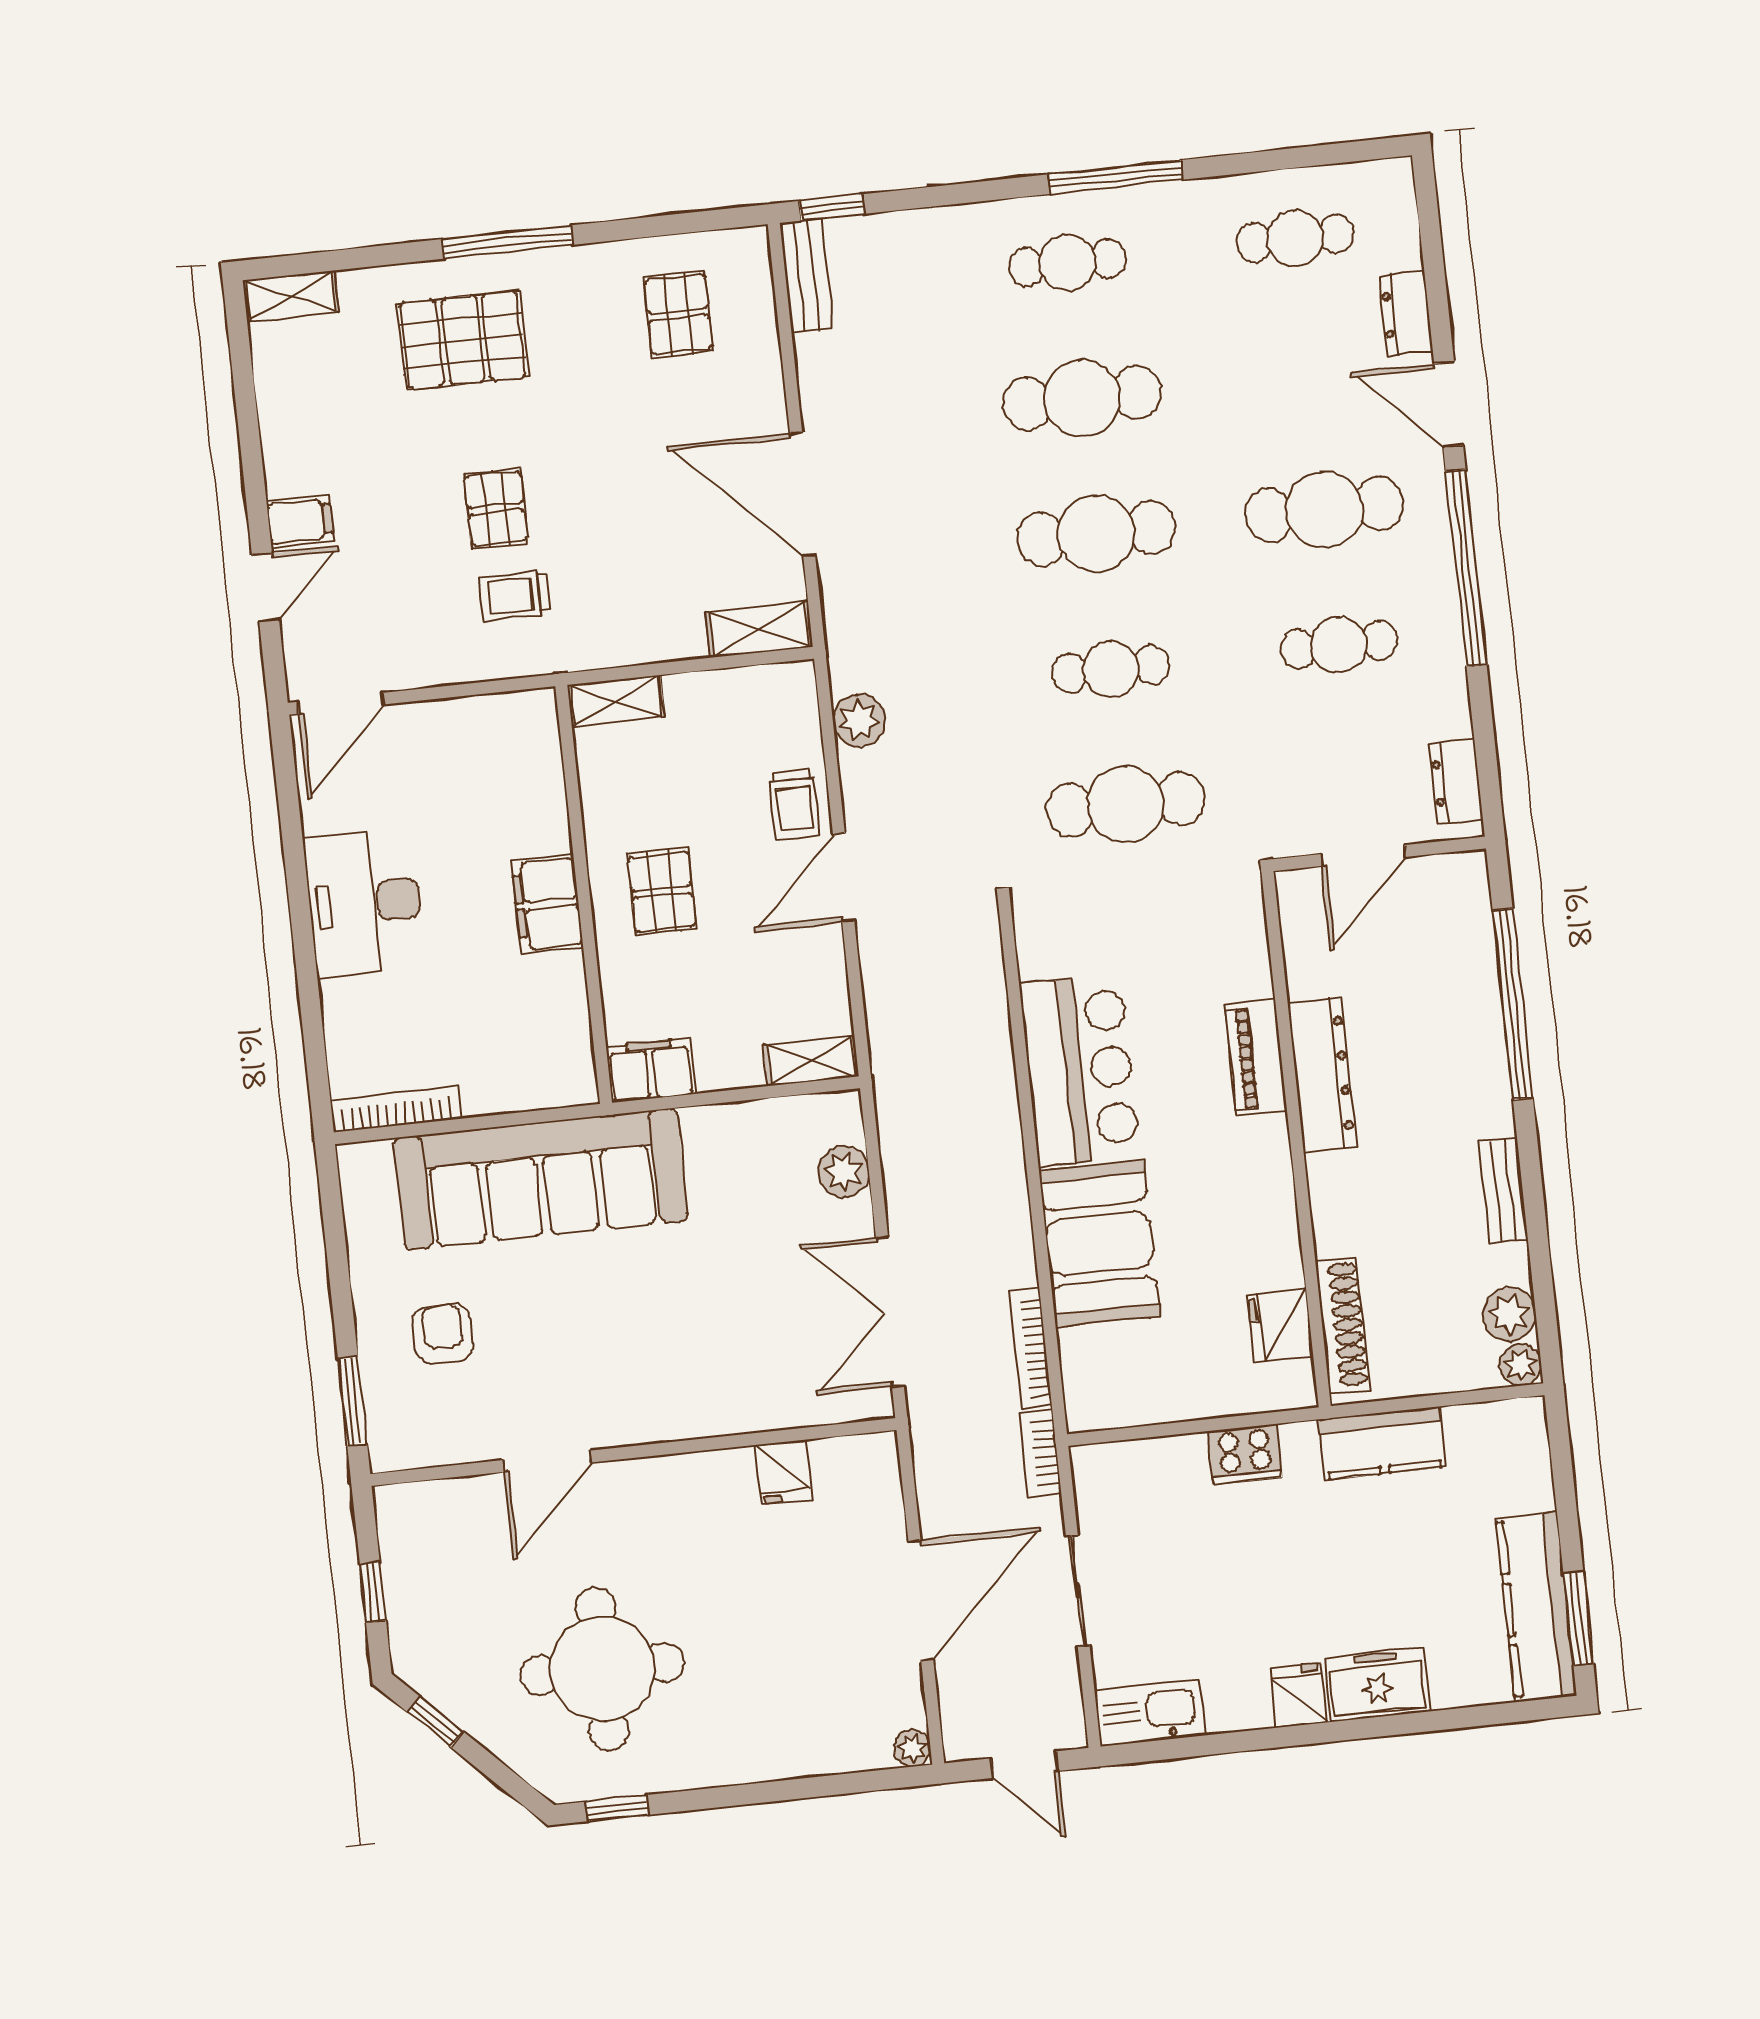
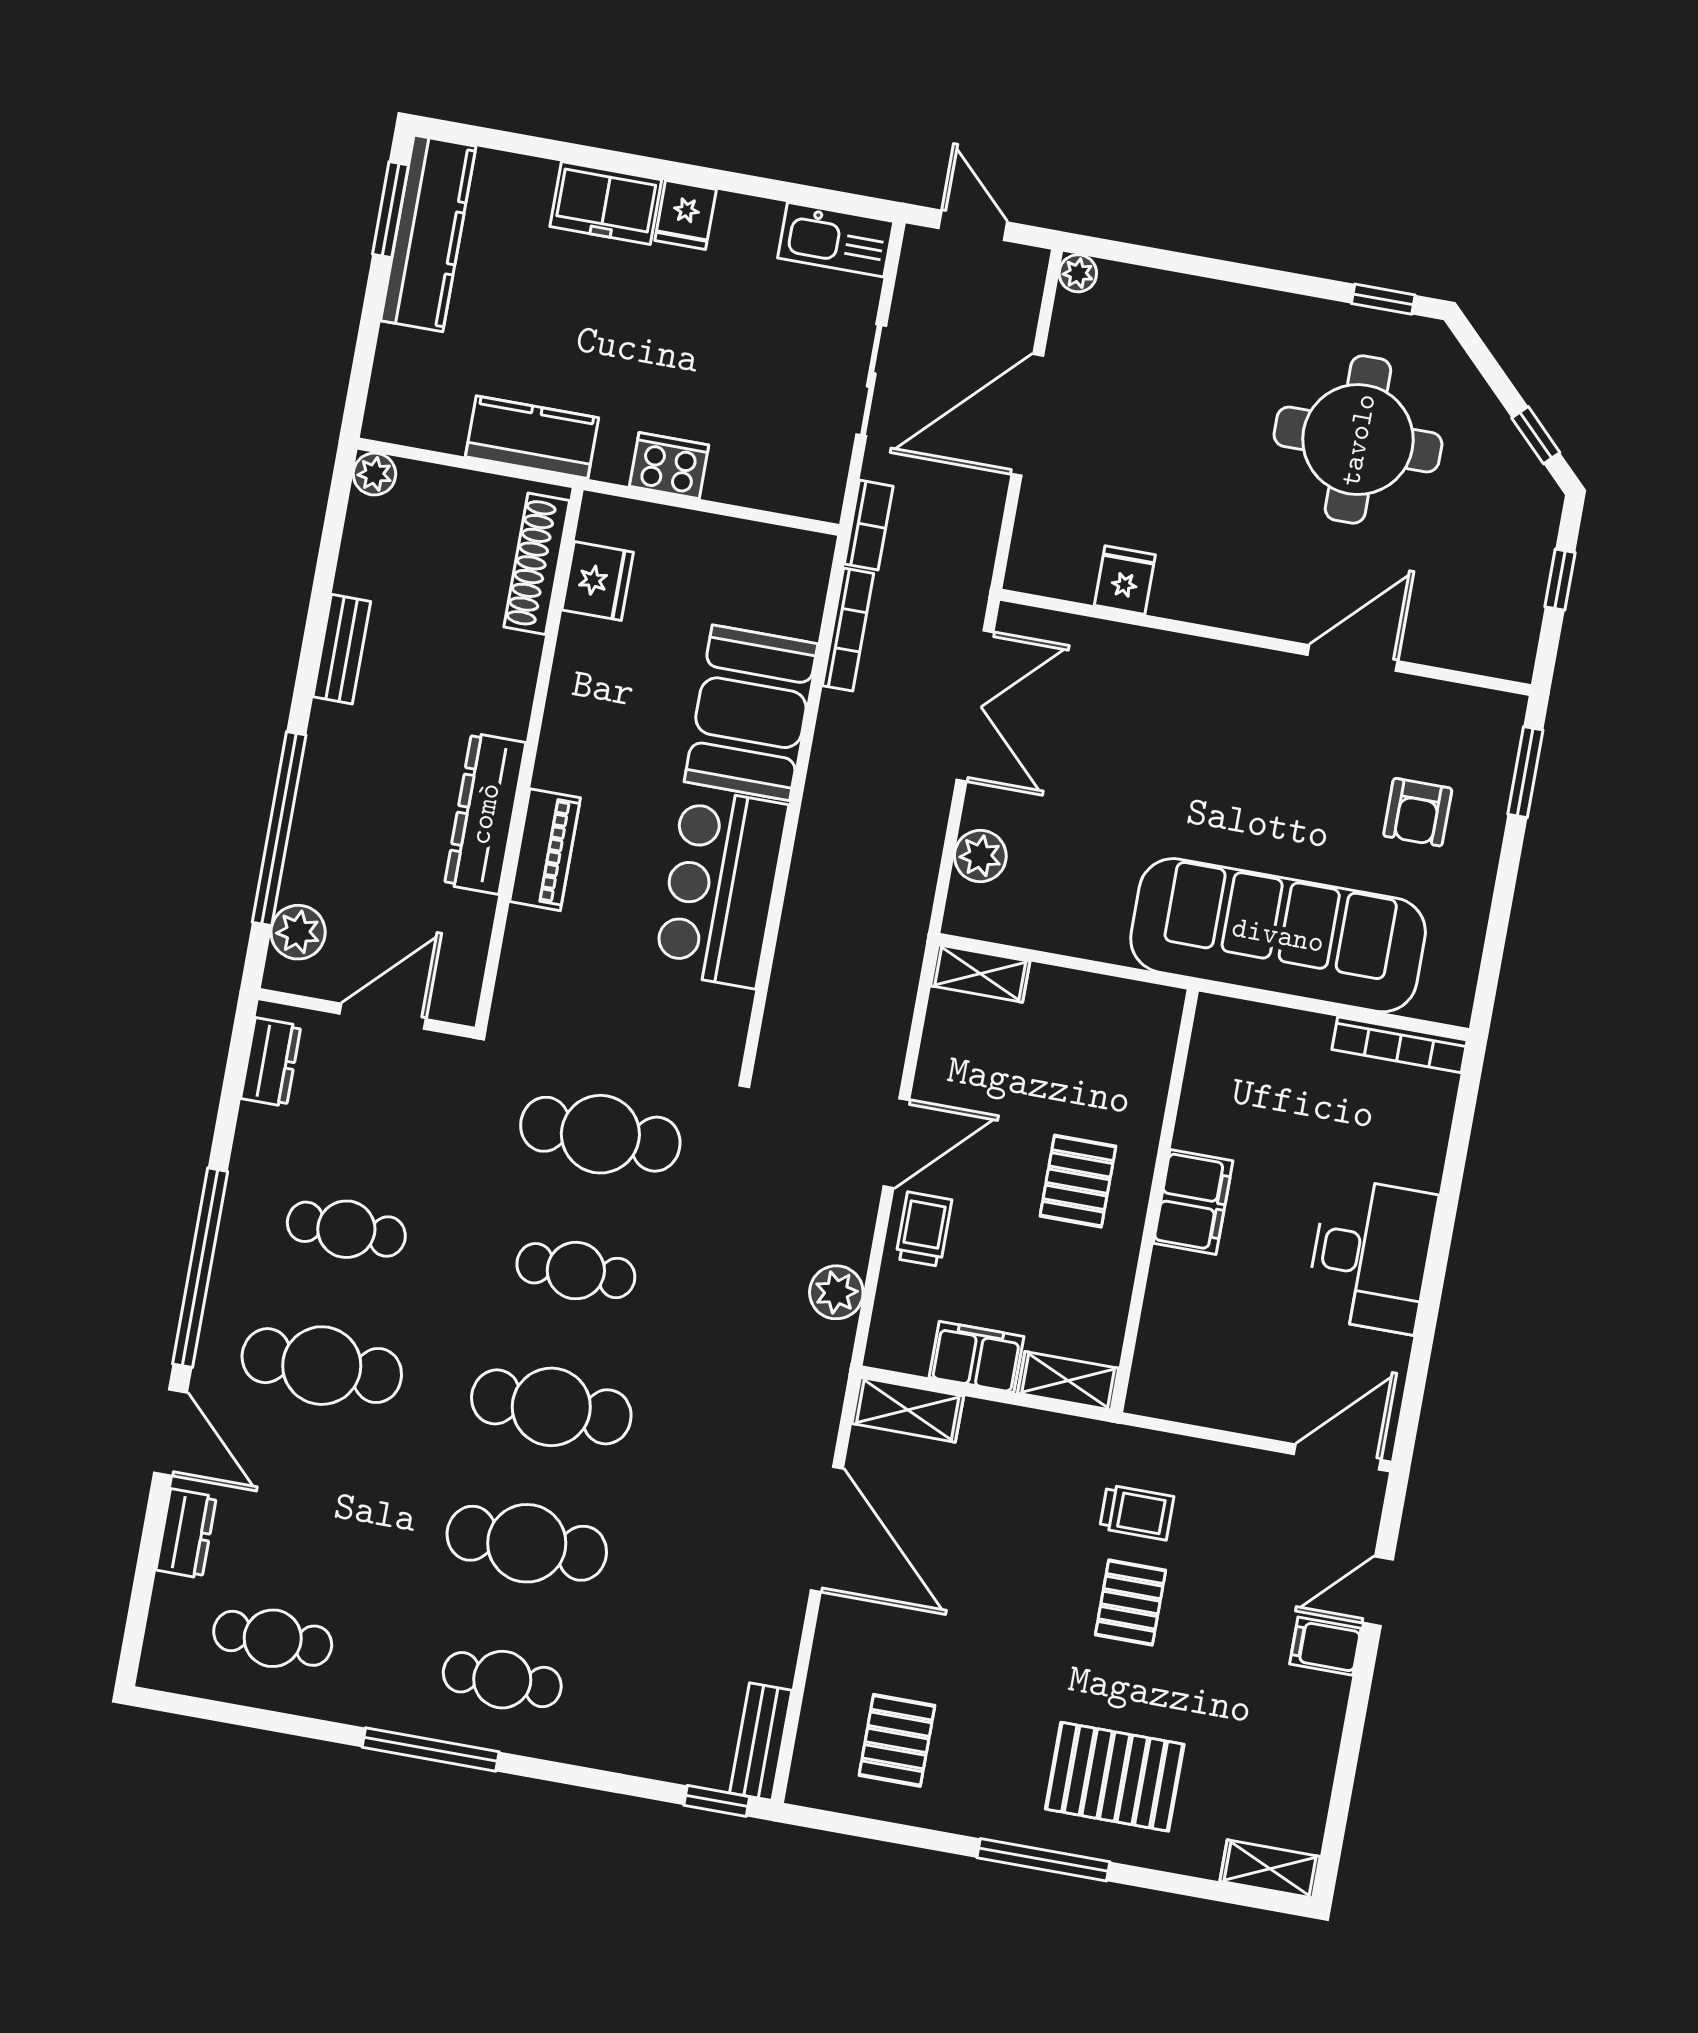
filing cabinet: (651, 1070) -> (977, 1357), moved, turned 180
plant: (1509, 1315) -> (298, 932), moved

